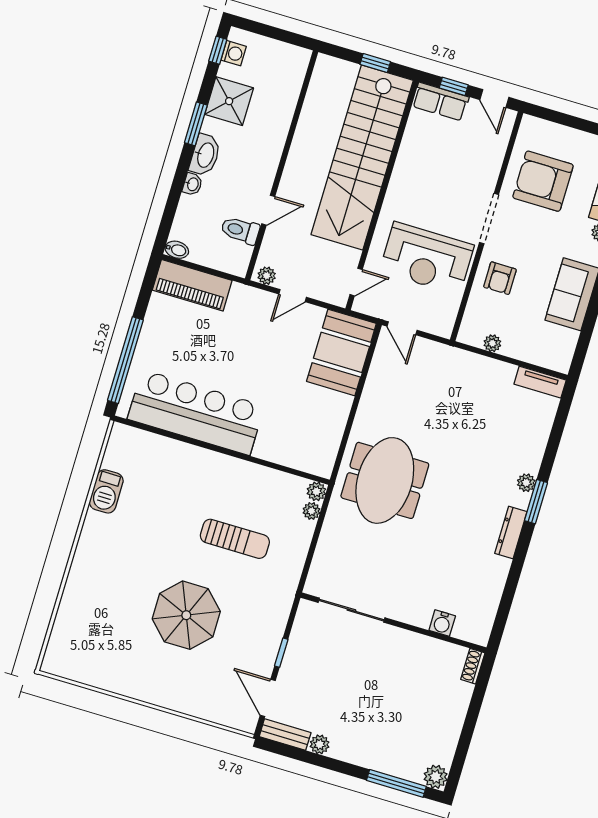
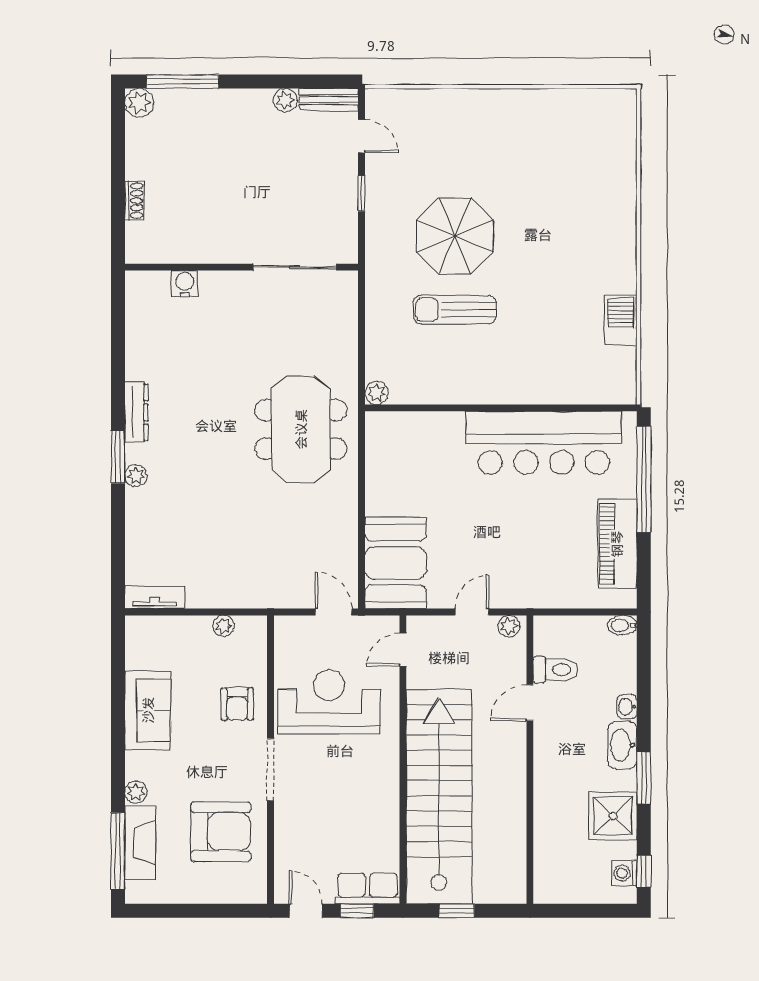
armchair: (500, 278) -> (237, 704), turned 180
piano: (192, 285) -> (617, 544), moved, turned -90
plant: (312, 511) -> (375, 368), removed
parasol: (186, 615) -> (455, 236), moved
shoe rack: (473, 666) -> (134, 200), moved
door: (268, 698) -> (362, 136), width x0.73

